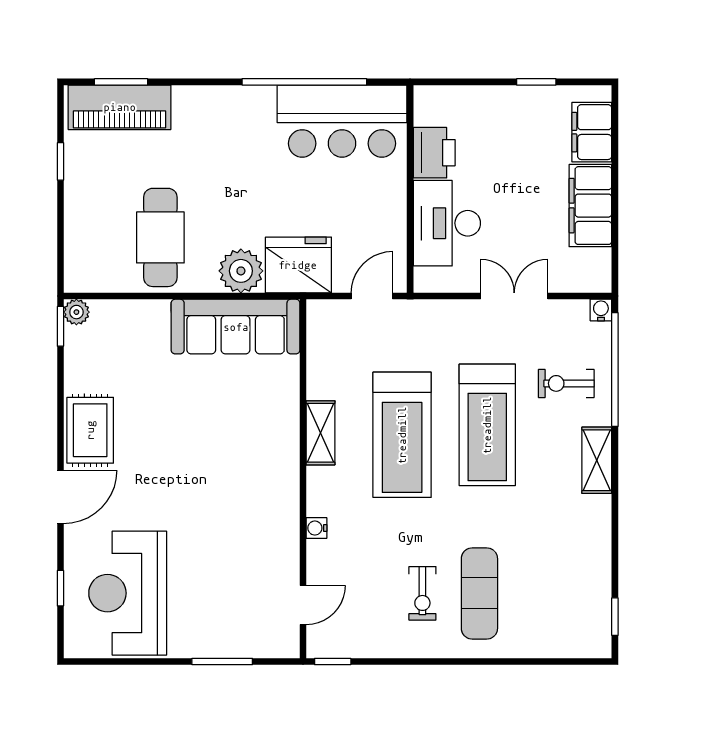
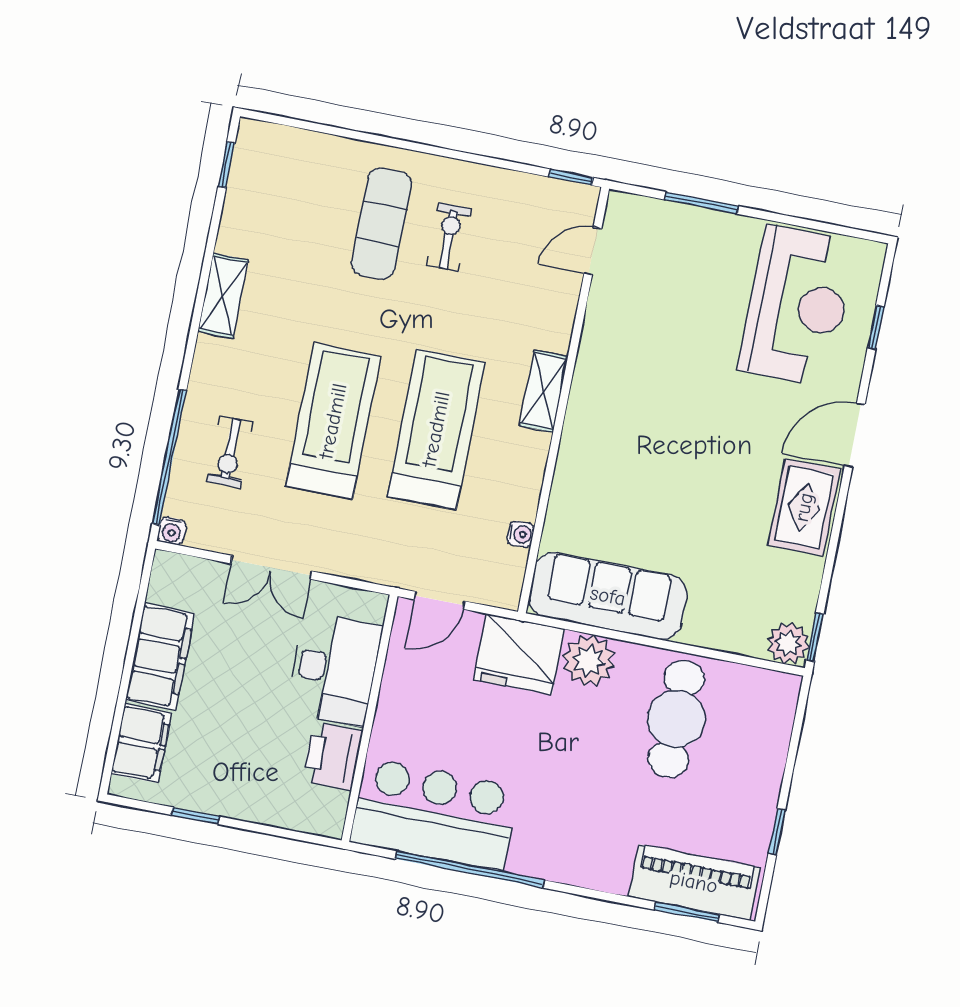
plant: (76, 312) -> (788, 643), width x1.38, depth x1.38
exercise bike: (566, 383) -> (230, 452), turned 90
shelving: (321, 433) -> (544, 391), moved
shelving: (597, 460) -> (223, 296), moved
water cooler: (316, 528) -> (521, 534), moved

